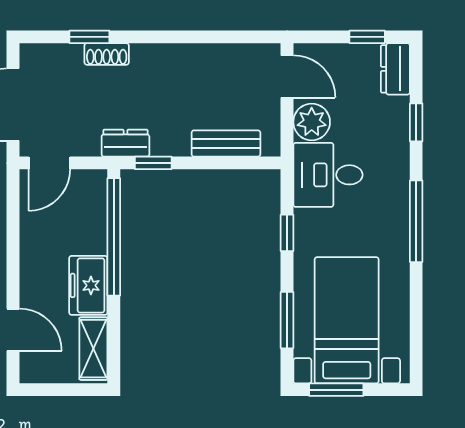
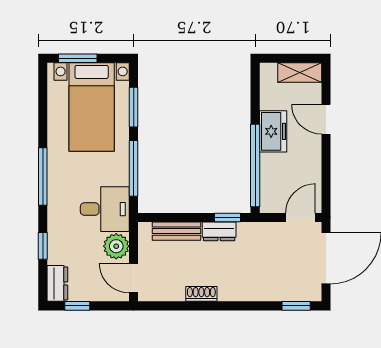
window: (89, 37) -> (296, 306), moved
shoe rack: (107, 54) -> (201, 294), moved
dresser: (125, 143) -> (219, 231), moved
window: (287, 233) -> (134, 168), width x2.17
door: (13, 330) -> (326, 119), moved
shelving: (93, 349) -> (300, 72), moved, turned 90
window: (336, 390) -> (78, 58), moved

